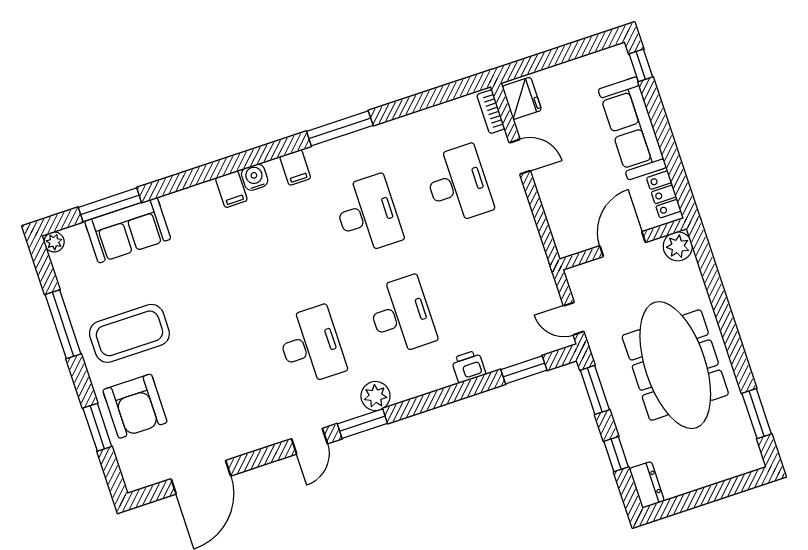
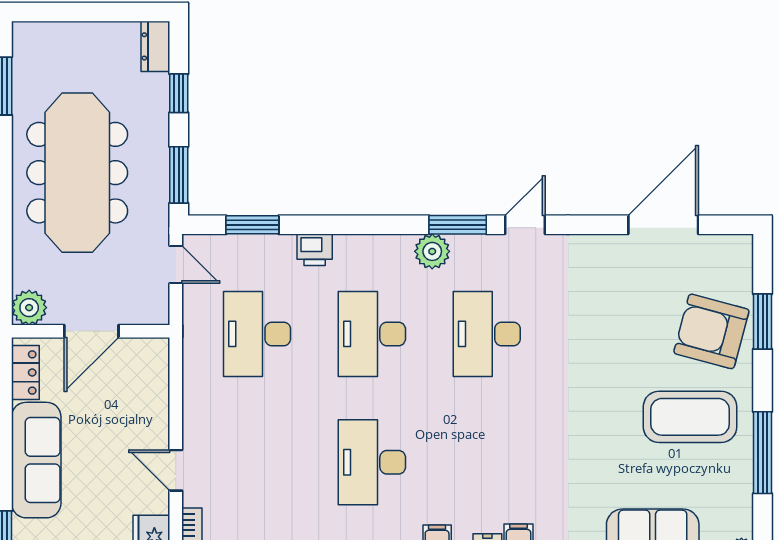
desk: (458, 184) -> (257, 334), moved
armchair: (135, 406) -> (711, 331), turned -75

